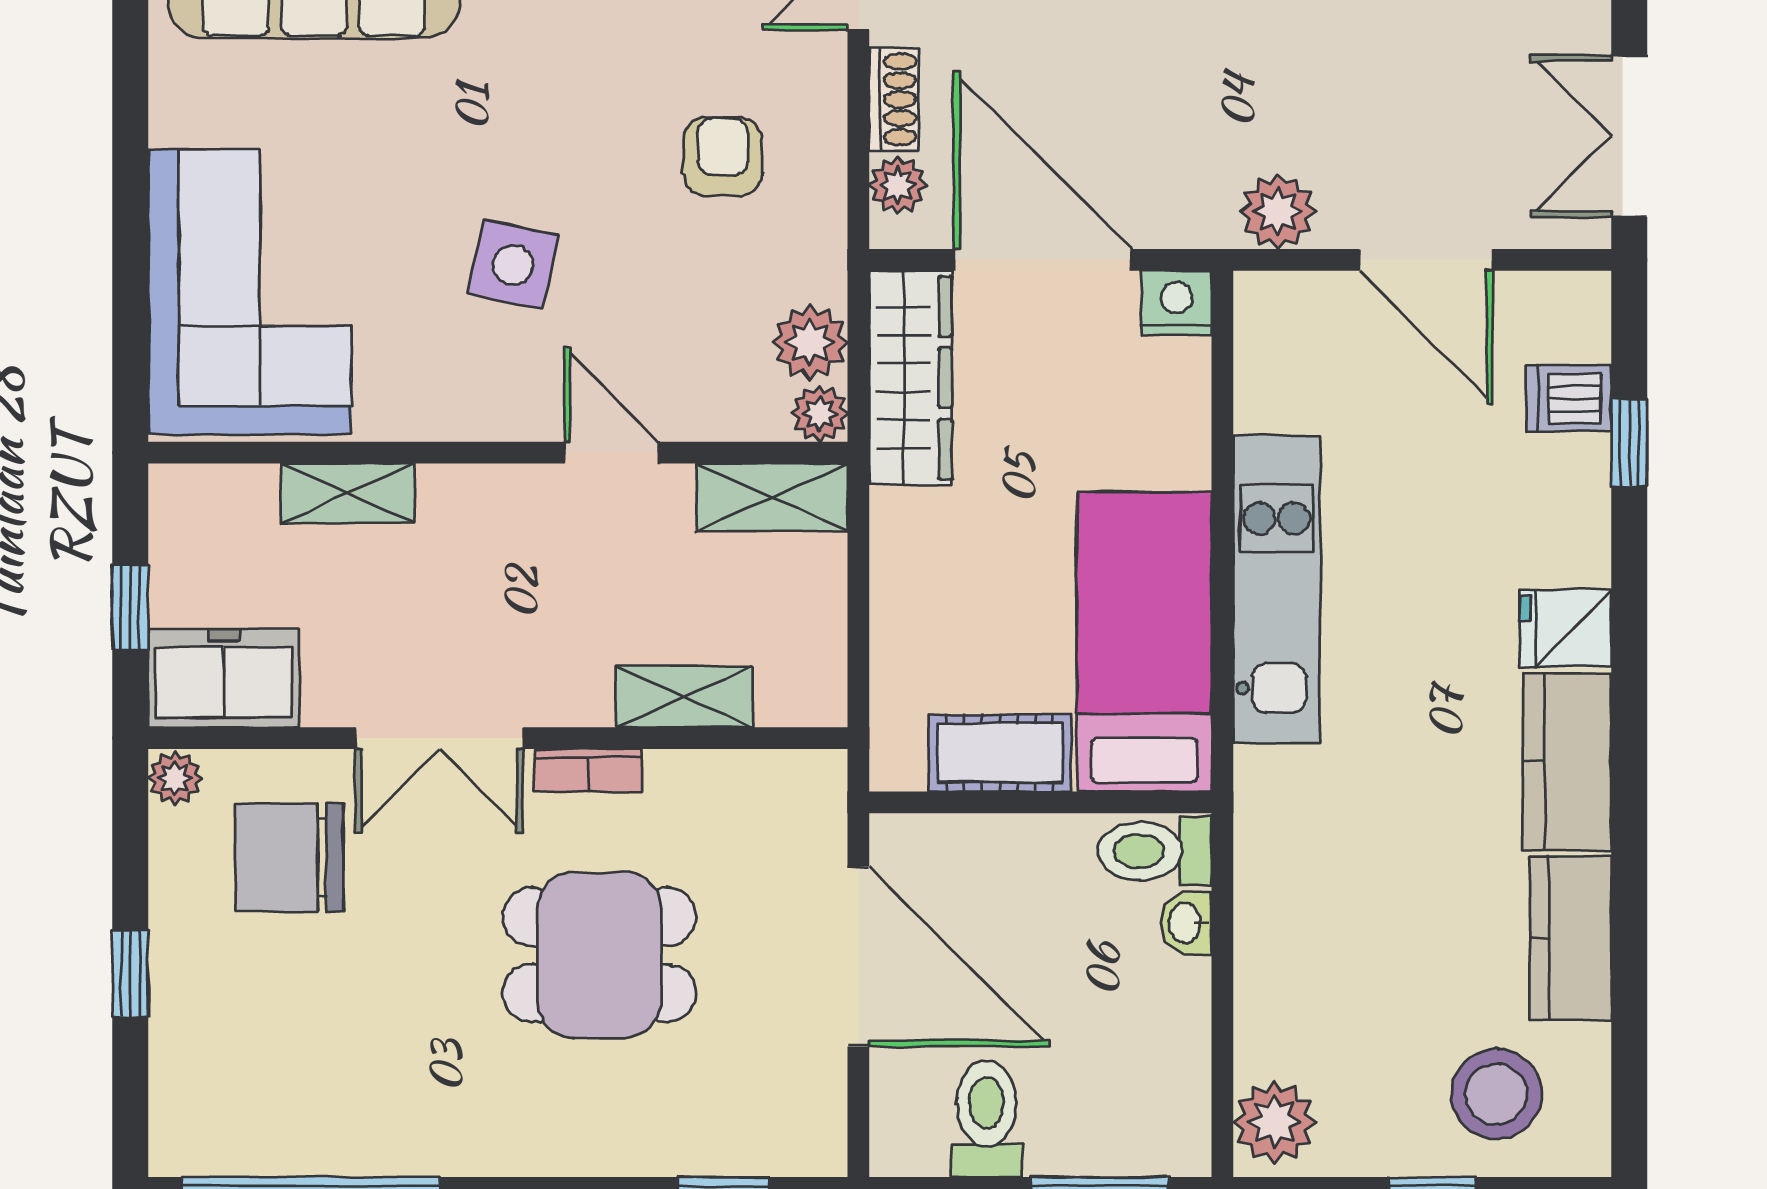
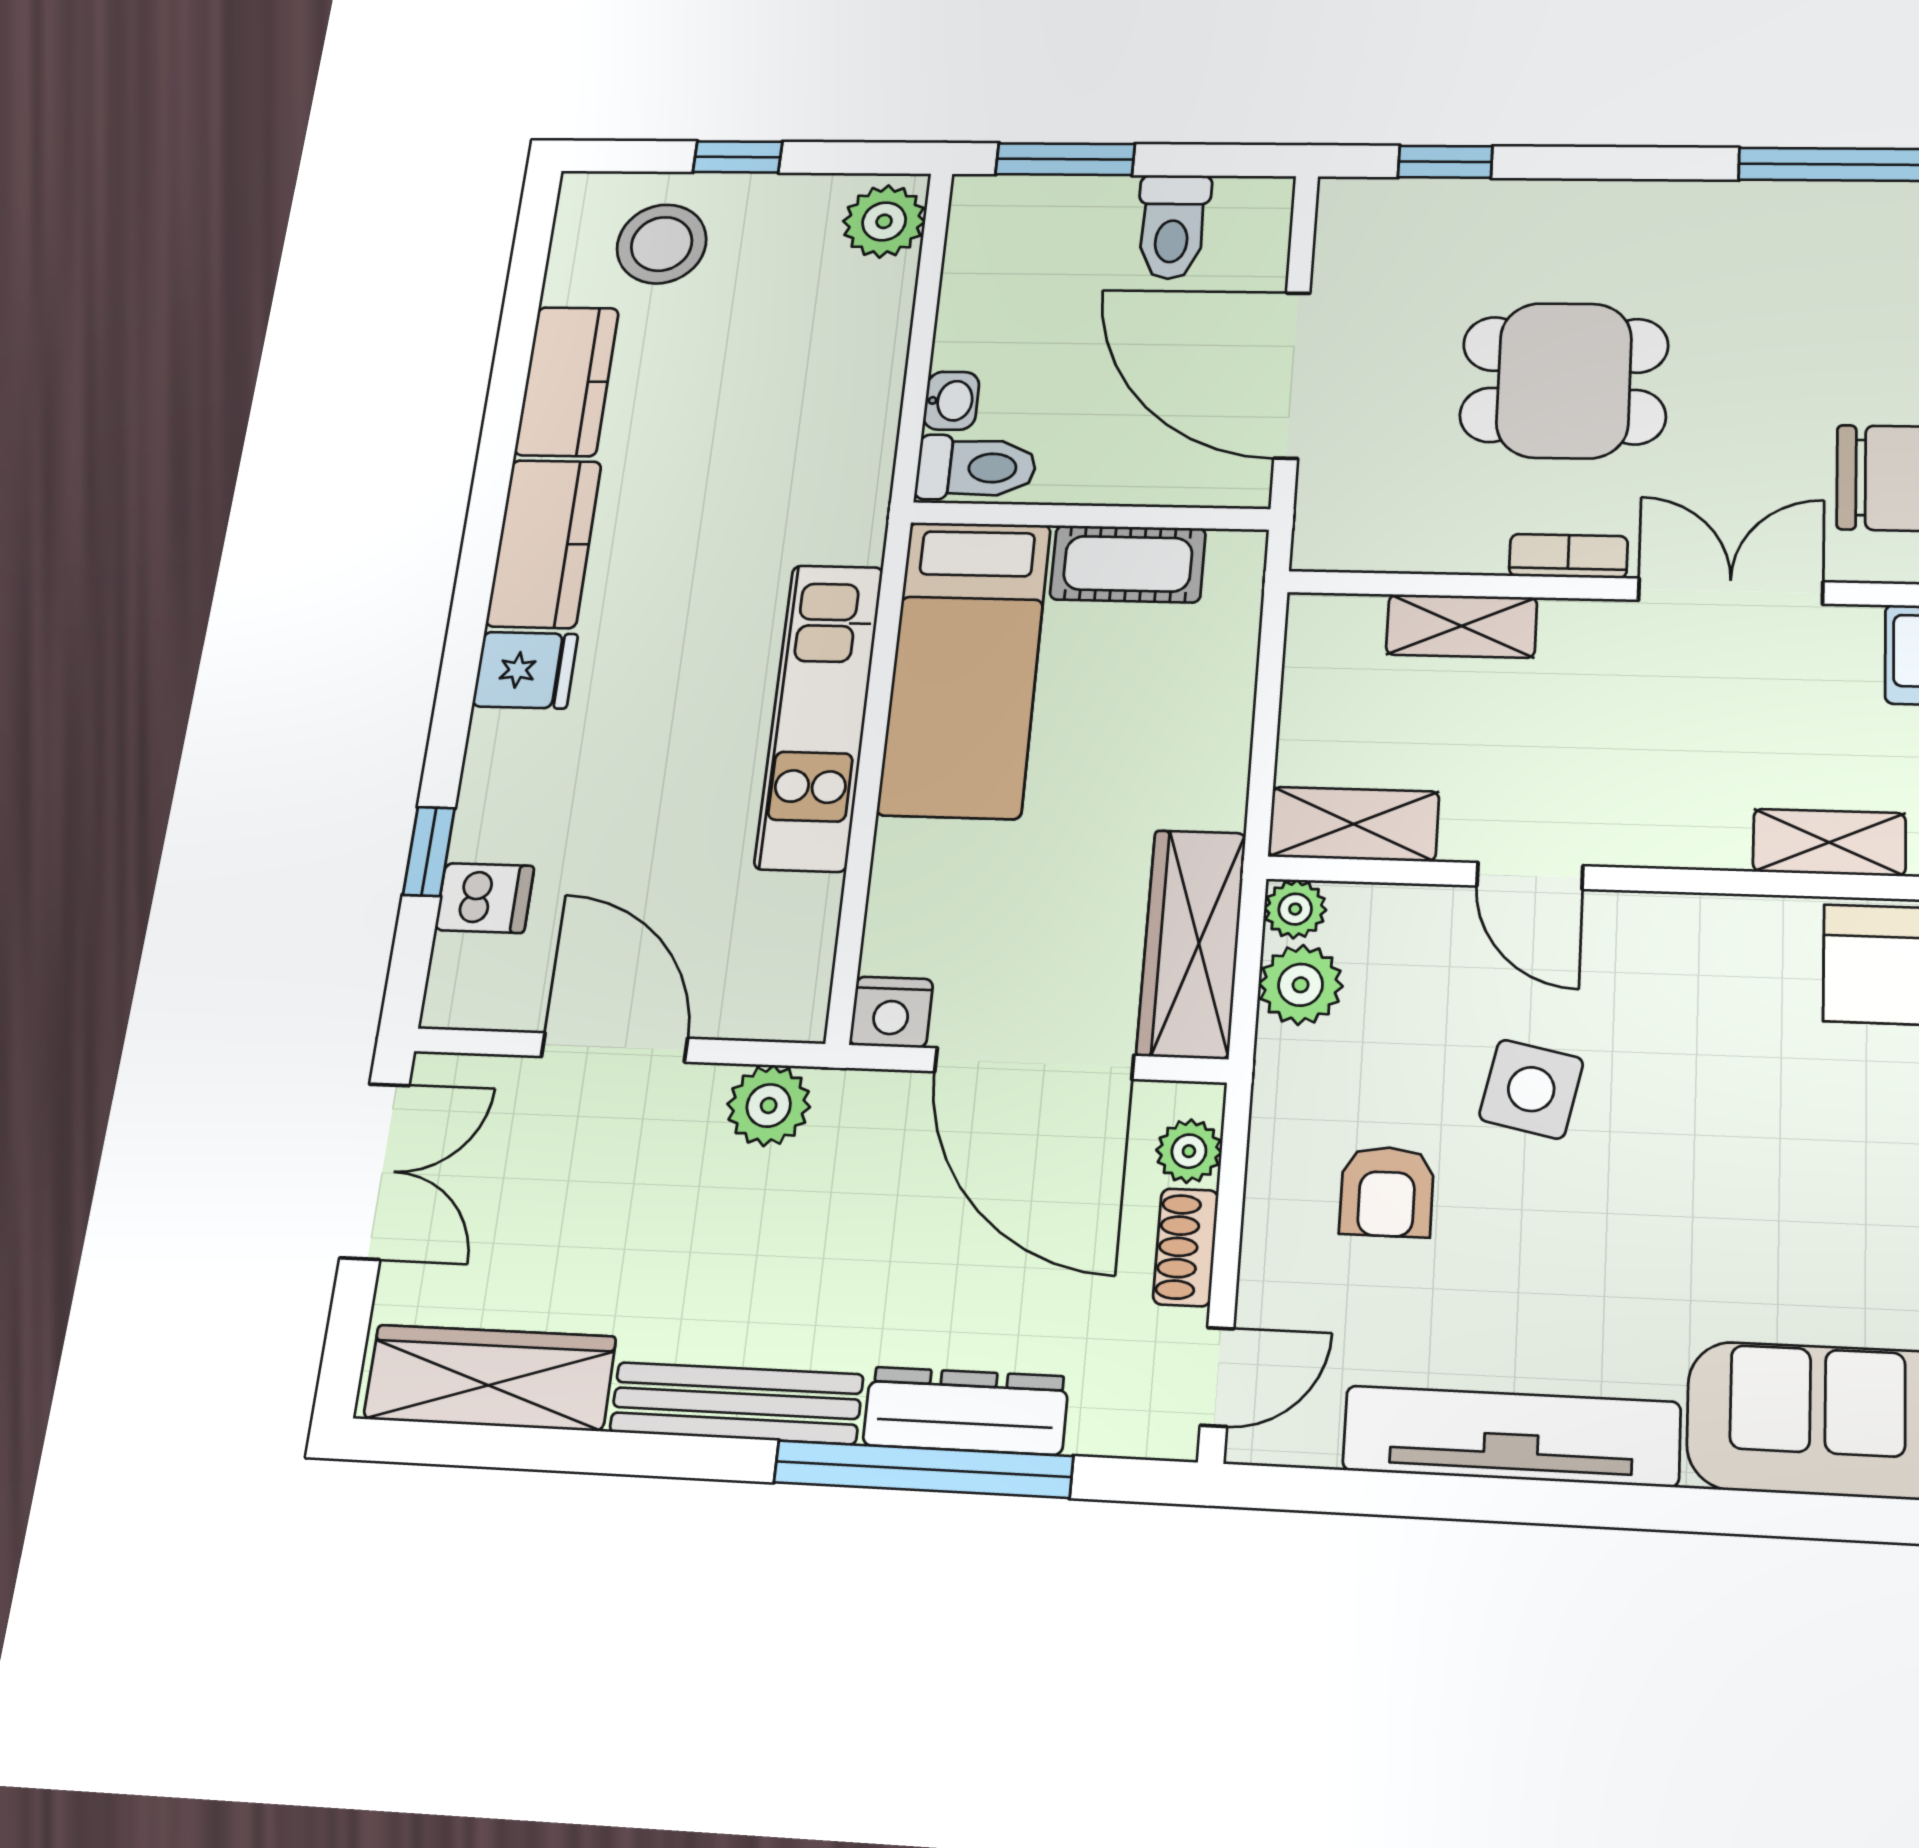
side table: (513, 265) -> (1531, 1089), moved

